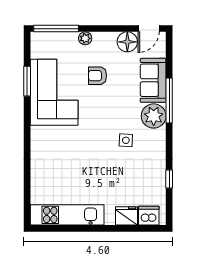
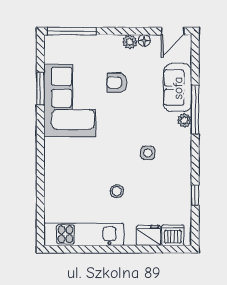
plant: (85, 38) -> (130, 42), moved
floor lamp: (127, 42) -> (144, 40), width x0.53, depth x0.53
plant: (154, 116) -> (184, 120), width x0.53, depth x0.53
stool: (97, 175) -> (117, 191), added

